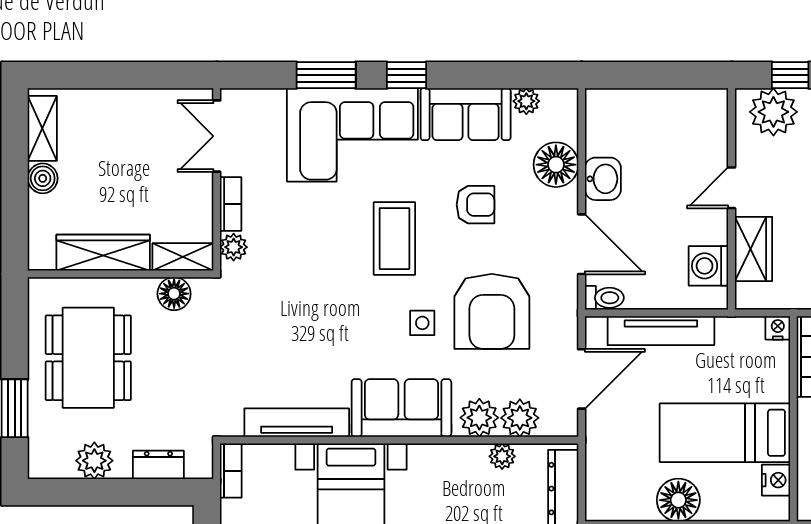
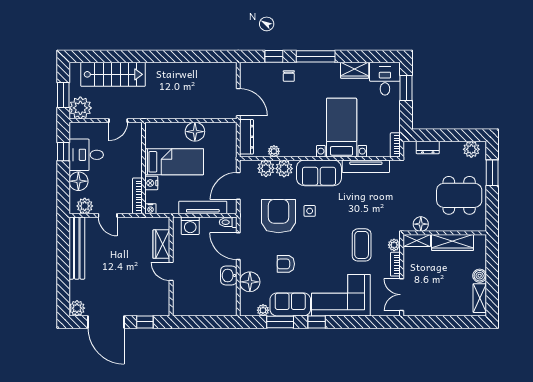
window: (326, 75) -> (280, 322), moved
plant: (773, 112) -> (152, 305), removed
double door: (217, 136) -> (402, 295), swing flipped
door: (731, 188) -> (171, 271), swing flipped
coffee table: (394, 239) -> (362, 245), moved
washing machine: (708, 266) -> (190, 226), moved, turned 90
dining table: (88, 358) -> (459, 195), turned 90
plant: (94, 461) -> (471, 149), moved
nightstand: (776, 480) -> (151, 183), moved

